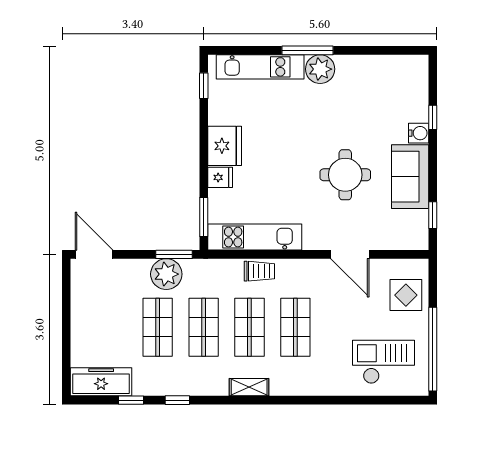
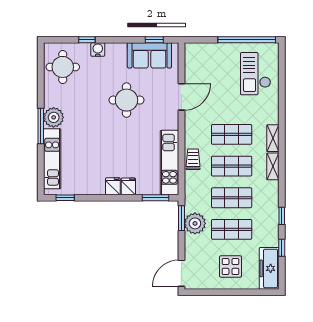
round table: (393, 82) -> (63, 67), added
fridge: (225, 146) -> (113, 186), width x0.53, depth x0.75
sofa: (410, 177) -> (149, 55), moved
display table: (406, 295) -> (230, 266), moved
shelving: (290, 387) -> (273, 138), added

